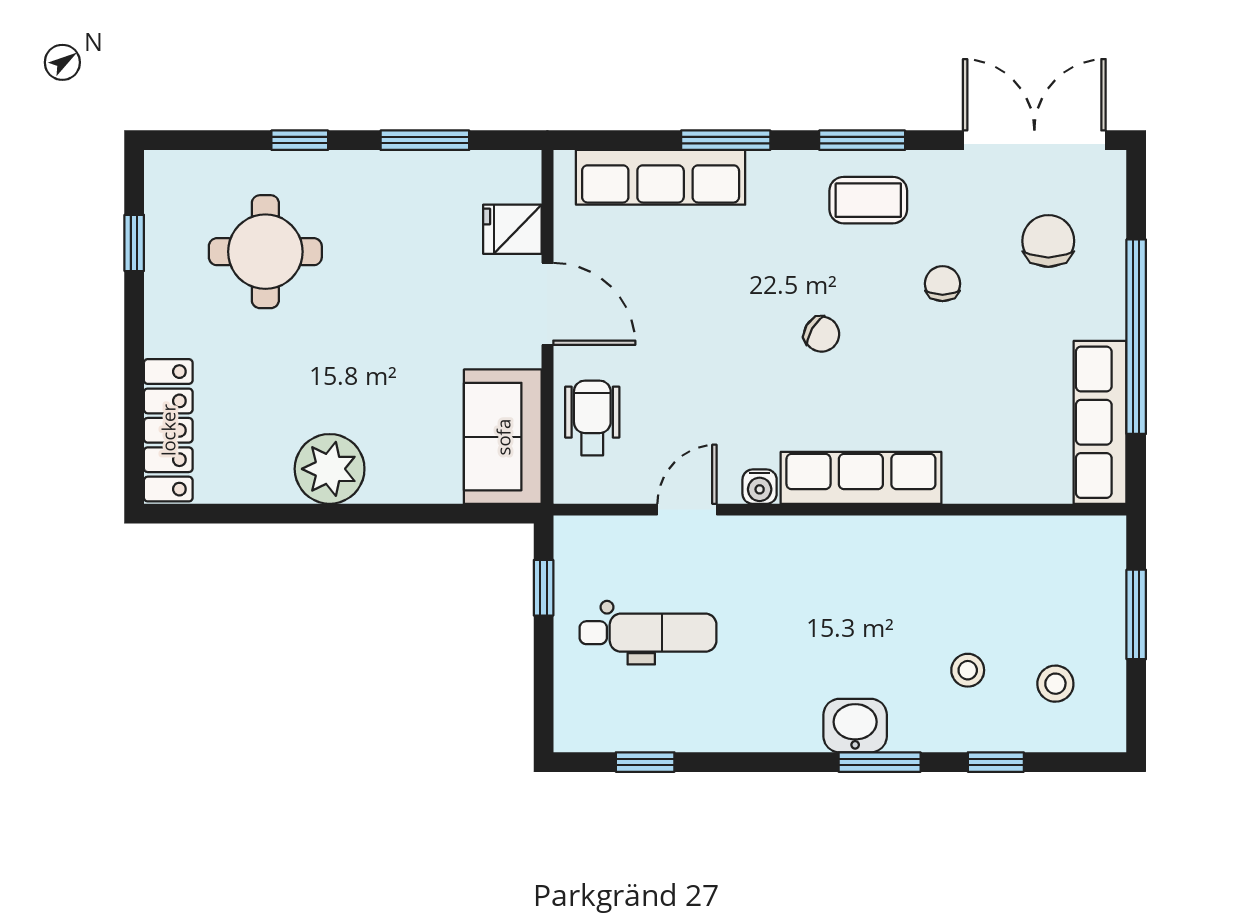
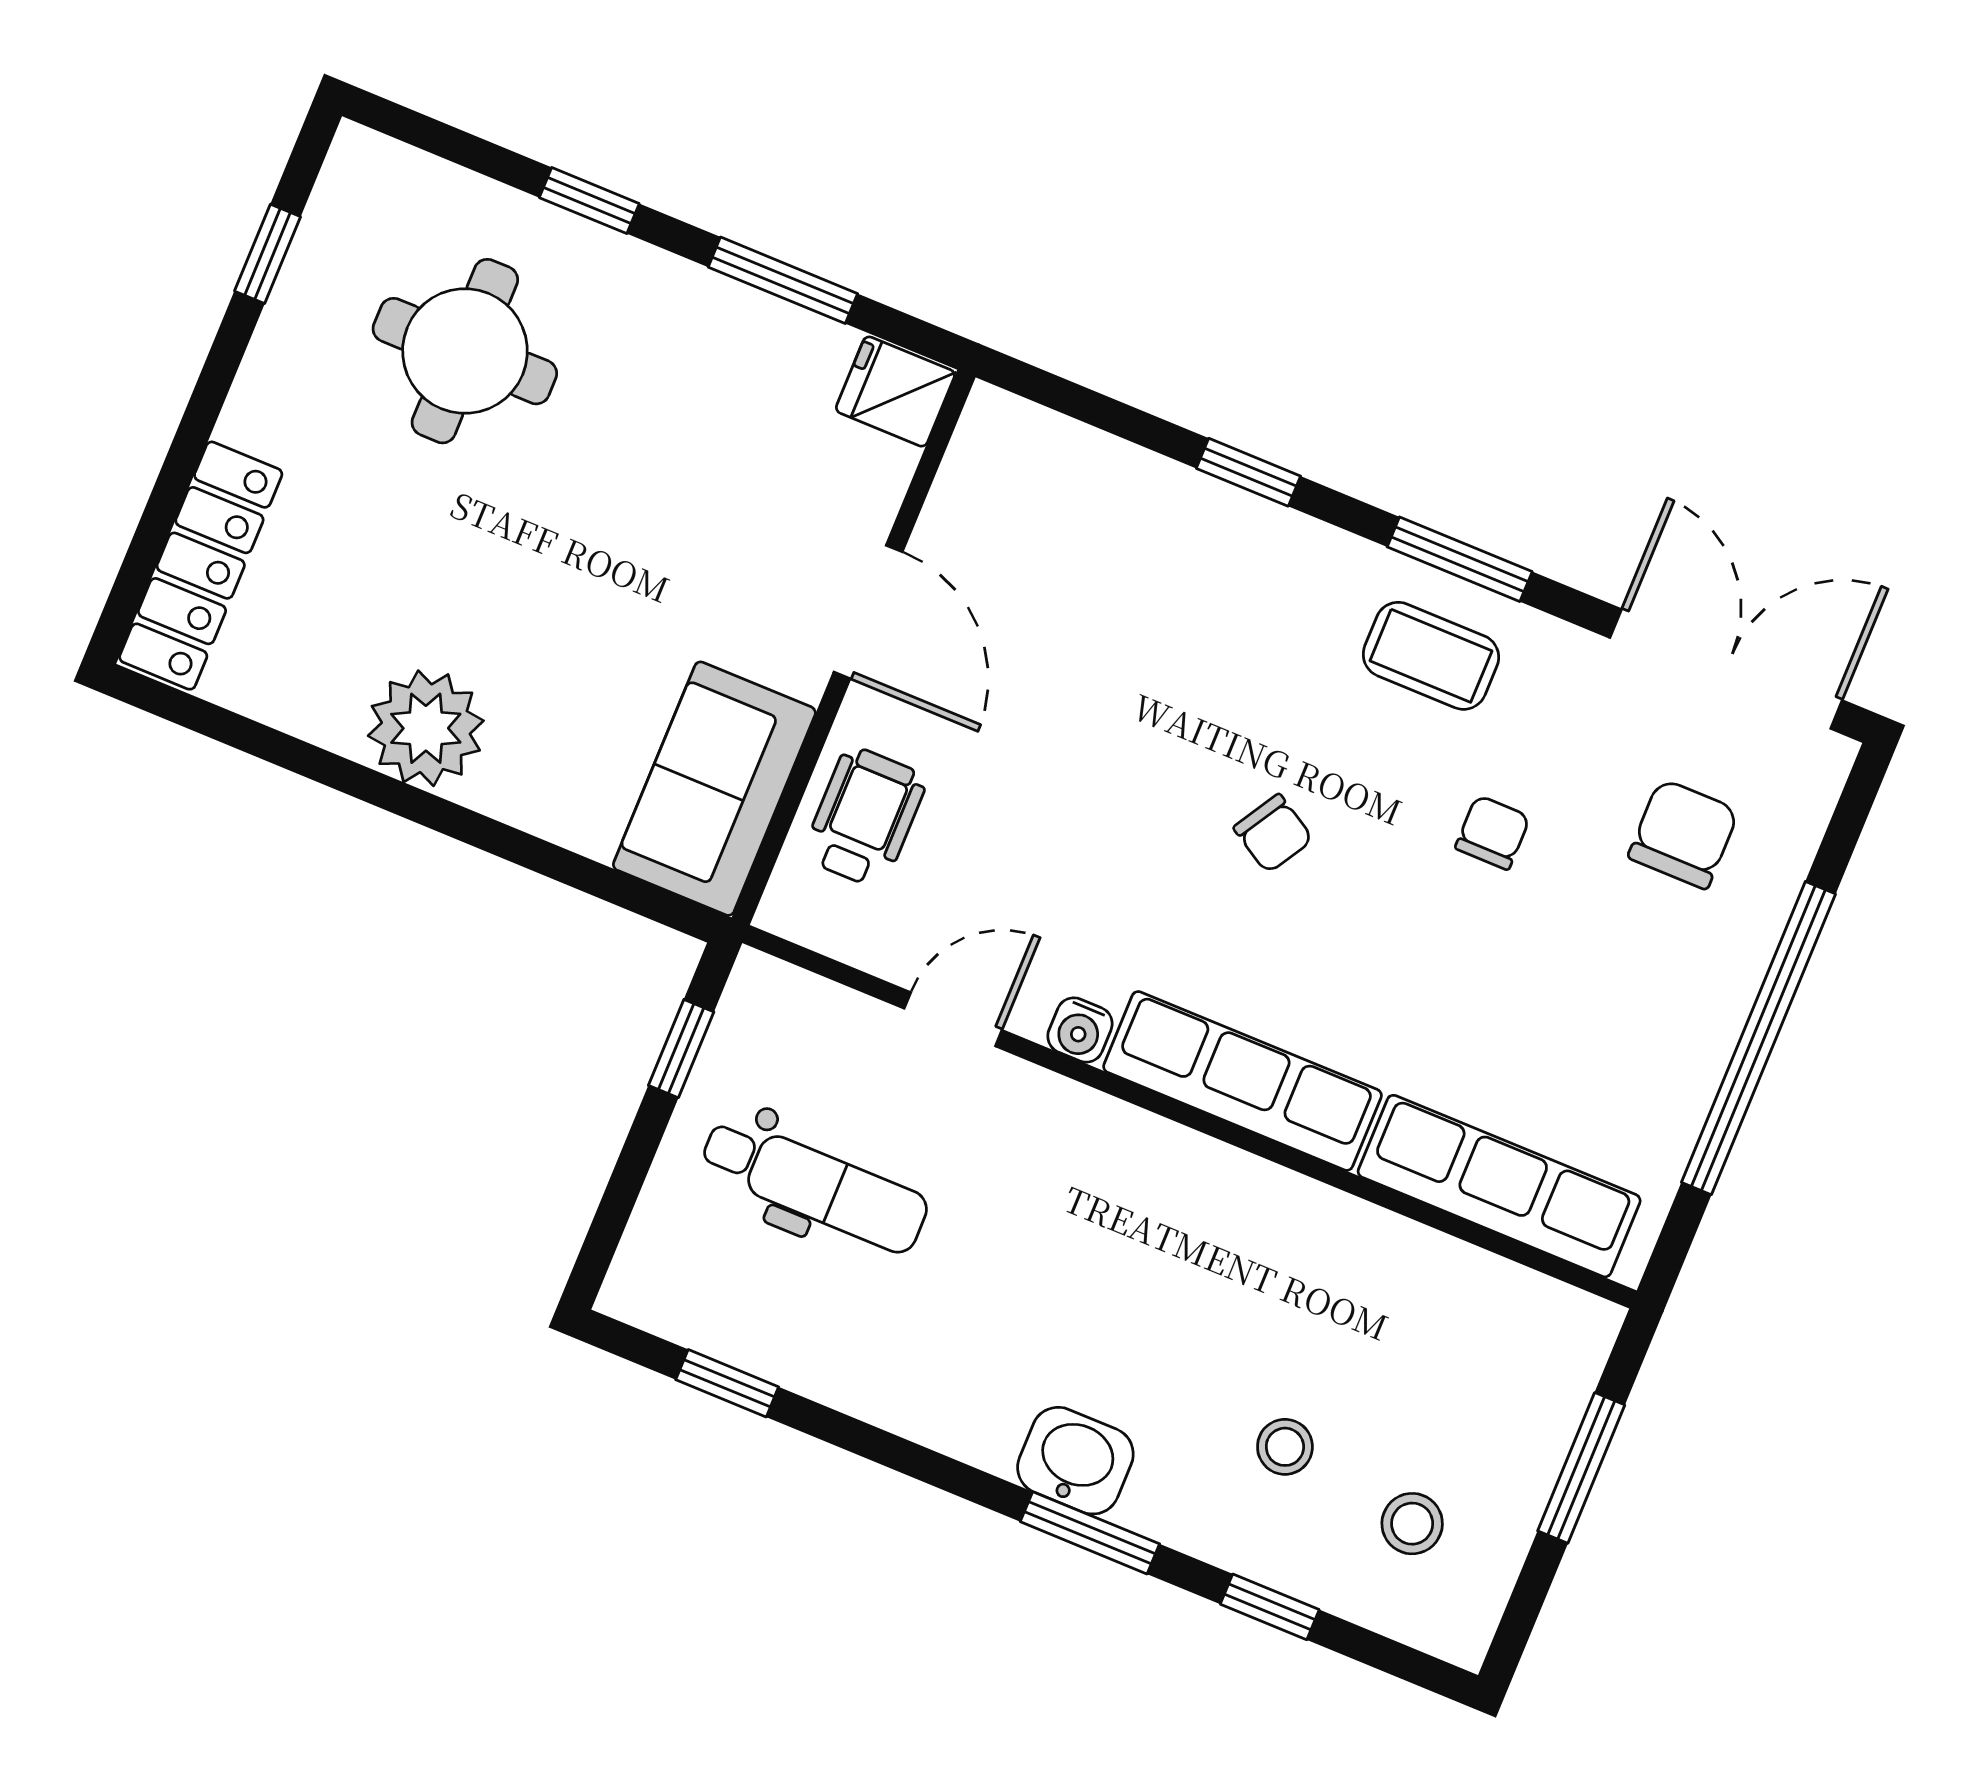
window: (726, 140) -> (1248, 472), width x0.67
row of seats: (661, 177) -> (1124, 488), removed
fridge: (512, 229) -> (895, 392), moved
row of seats: (1100, 422) -> (1499, 1186), moved, turned 90

